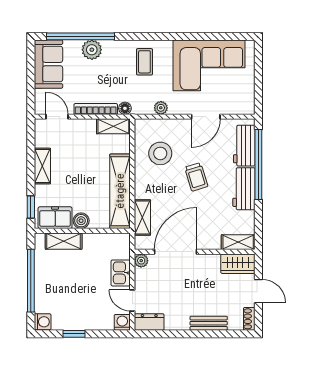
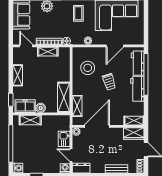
shelving: (113, 126) -> (48, 52), moved
shelving: (120, 191) -> (64, 97), width x0.68

